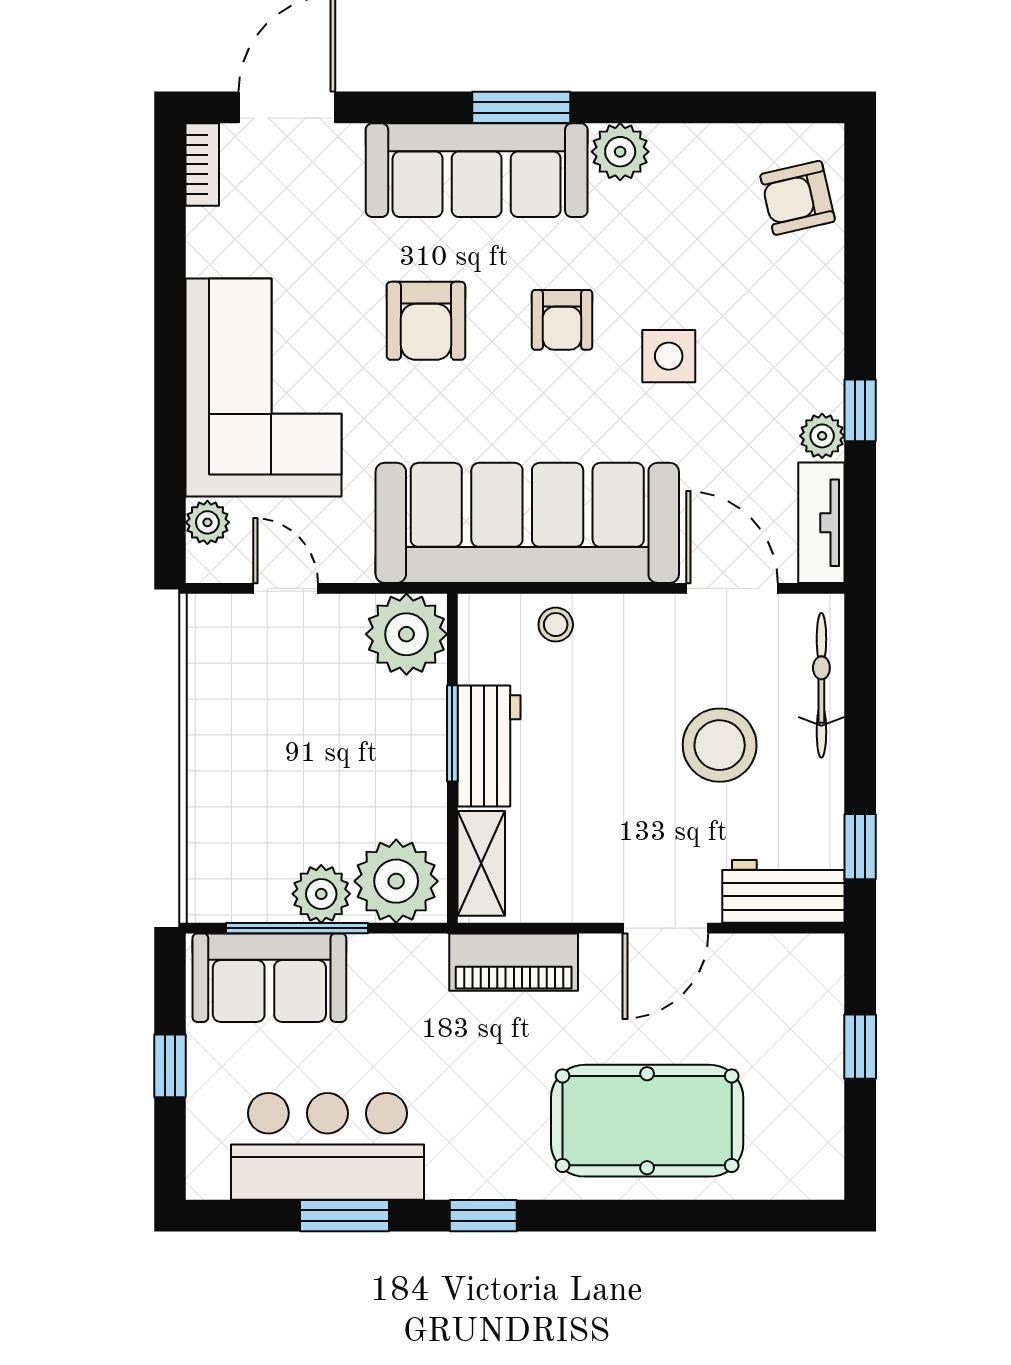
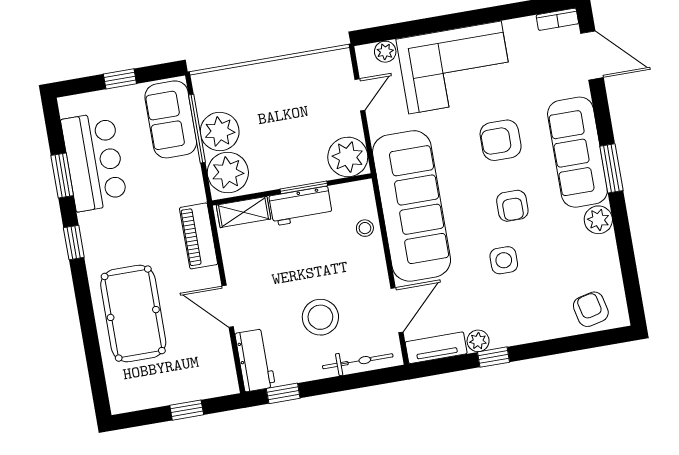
armchair: (562, 320) -> (512, 206), turned -90
plant: (321, 894) -> (220, 132), width x1.36, depth x1.36

